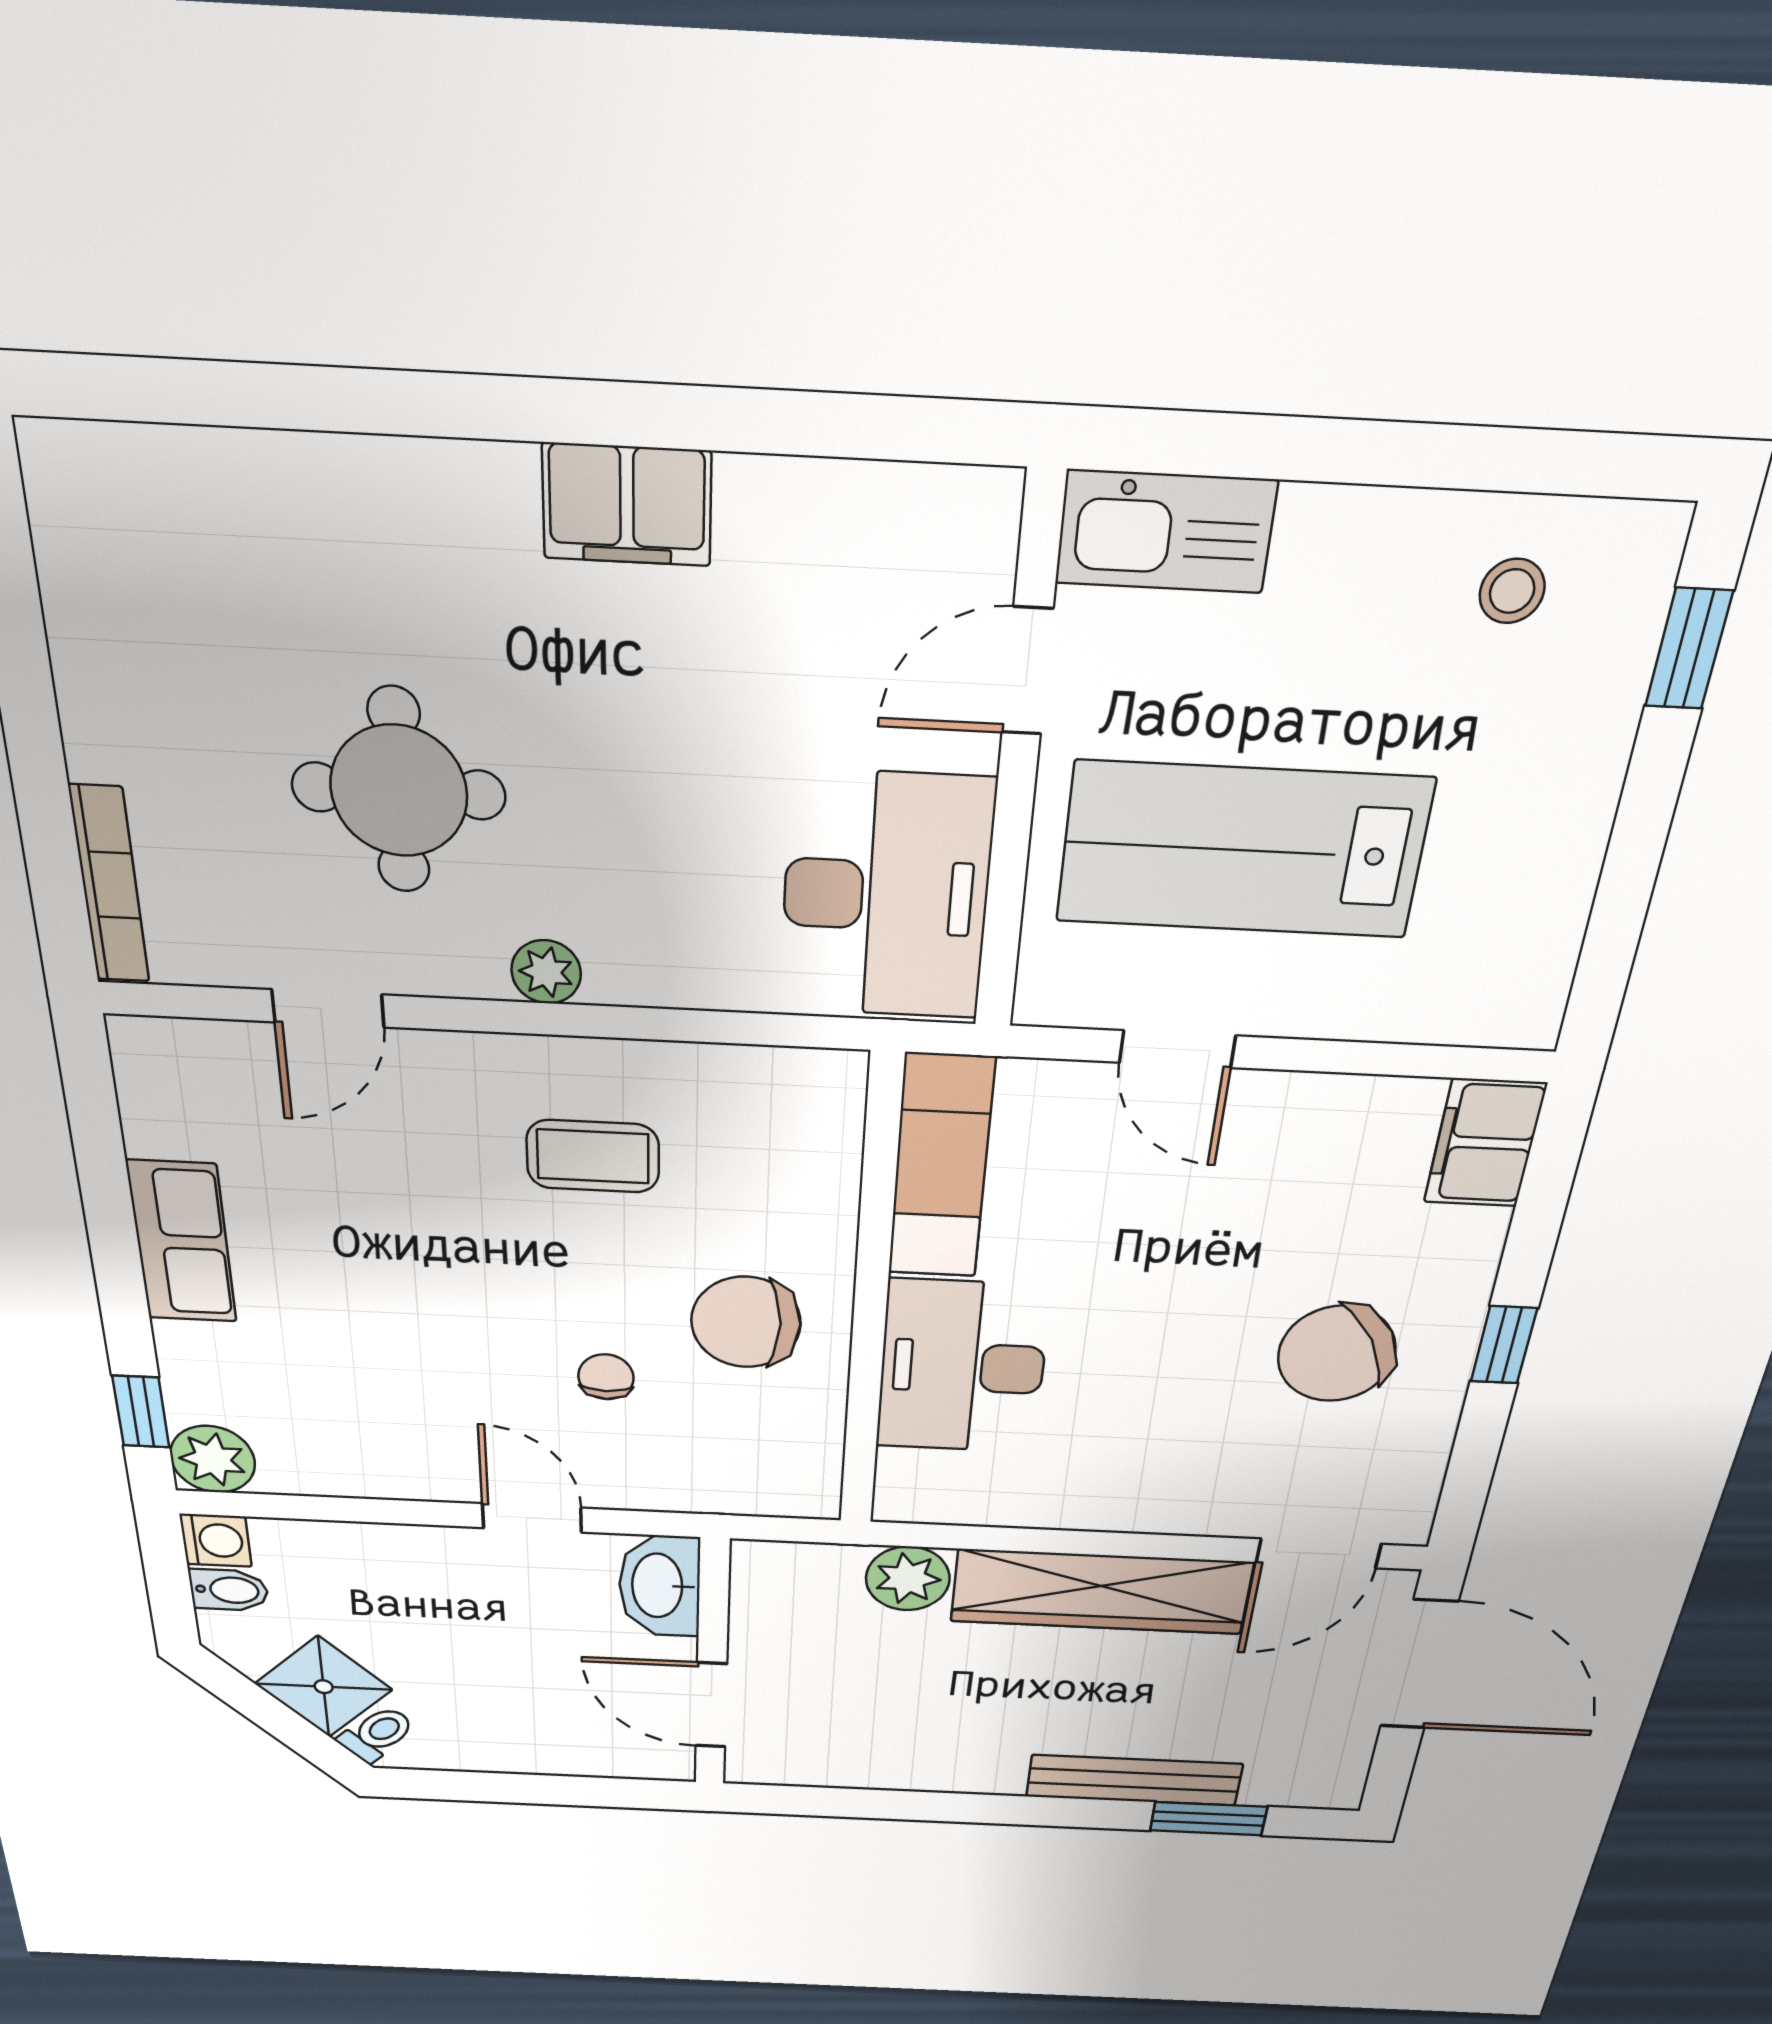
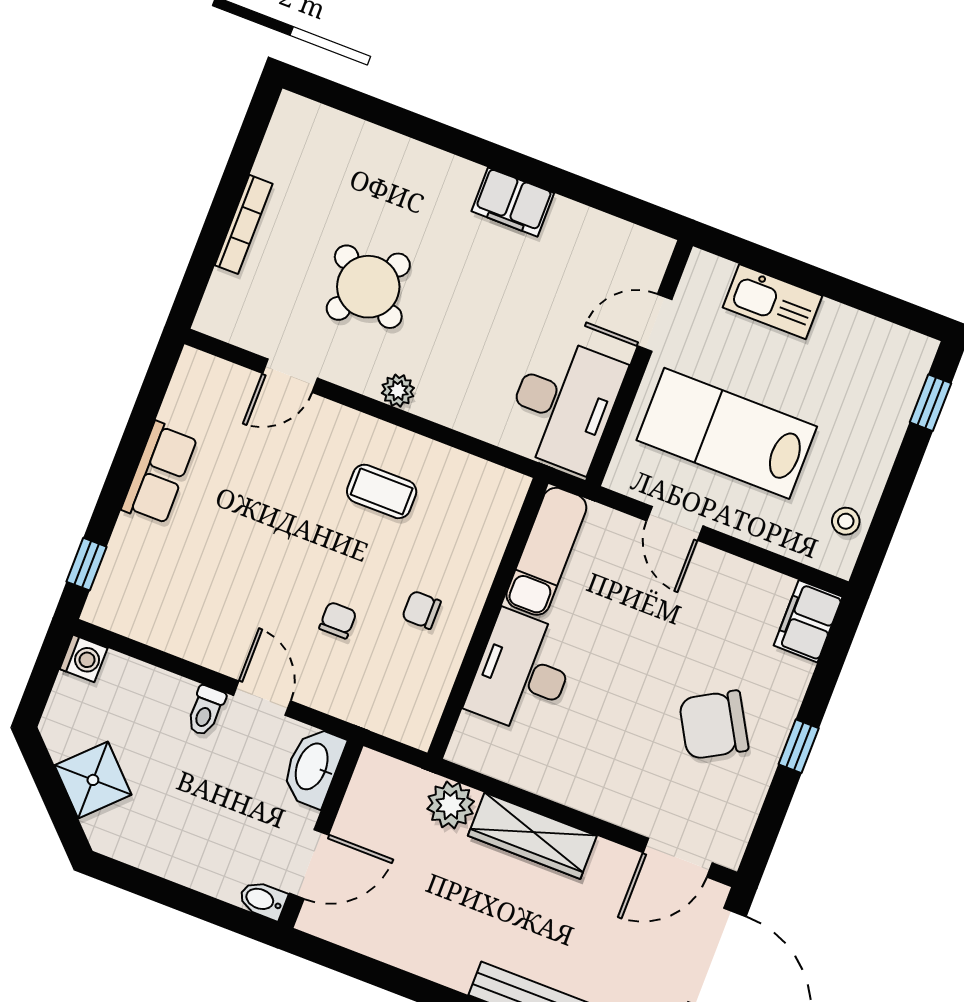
kitchen sink: (1165, 532) -> (772, 302), moved
stool: (1512, 591) -> (846, 521), moved
round table: (399, 791) -> (368, 287), turned 33
bookcase: (109, 885) -> (244, 224), moved
chair: (746, 1322) -> (421, 610), width x0.54, depth x0.54
plant: (213, 1459) -> (109, 606), removed
bidet: (229, 1590) -> (263, 900), moved, turned 180
wardrobe: (1101, 1592) -> (532, 836), width x0.71, depth x0.85
door: (711, 1705) -> (309, 864), swing flipped
toilet: (377, 1734) -> (206, 711), moved, turned 135

